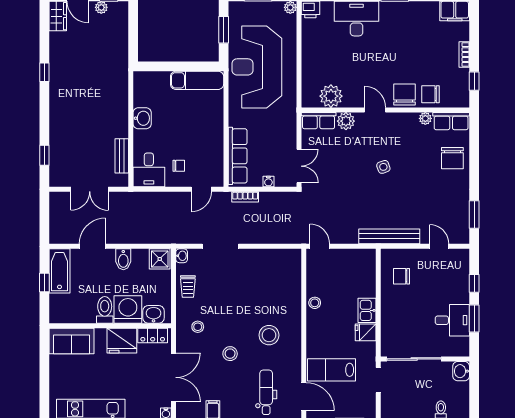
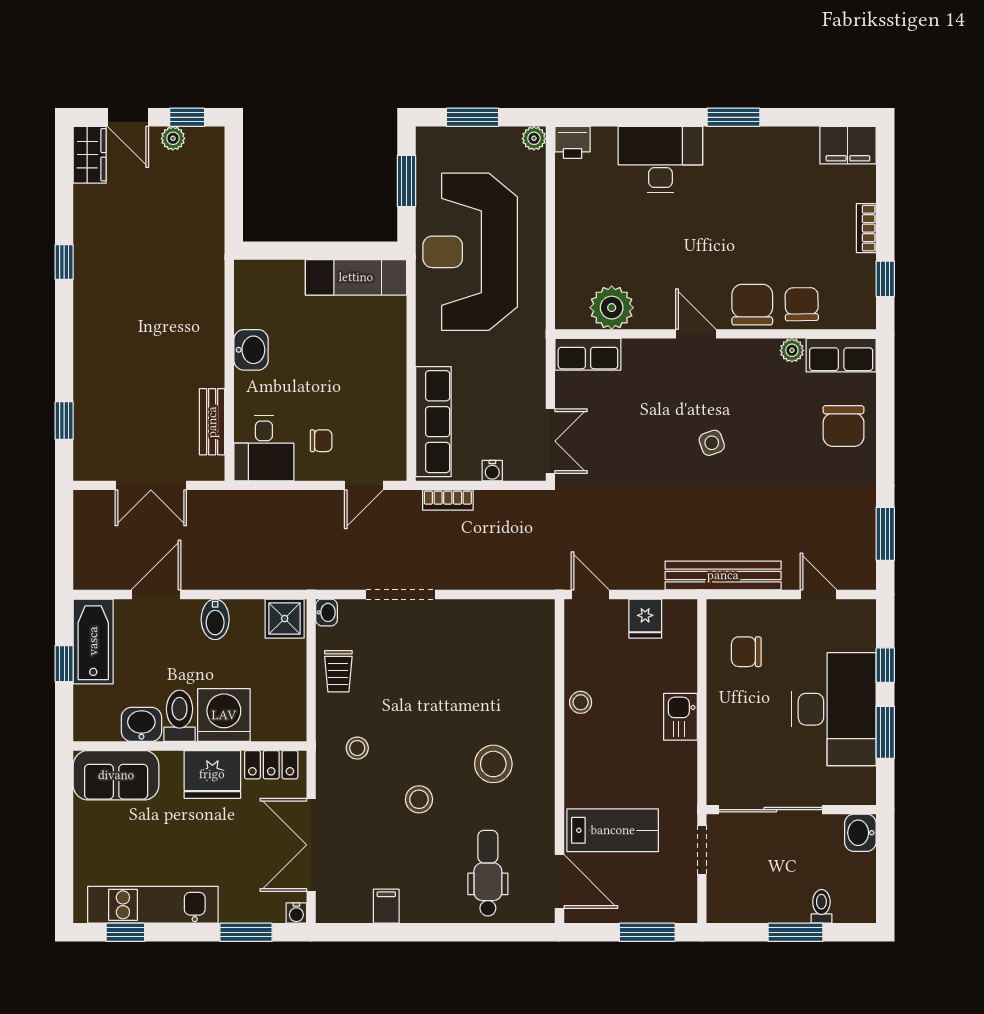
chair: (430, 94) -> (802, 304), turned 89
plant: (346, 121) -> (640, 355), removed
washbasin: (154, 314) -> (141, 724), moved
desk: (452, 320) -> (834, 709), width x1.87, depth x1.30
fridge: (366, 332) -> (645, 619), moved, turned -90
lab bench: (331, 370) -> (613, 830), turned 180
double door: (174, 377) -> (311, 845), swing flipped

